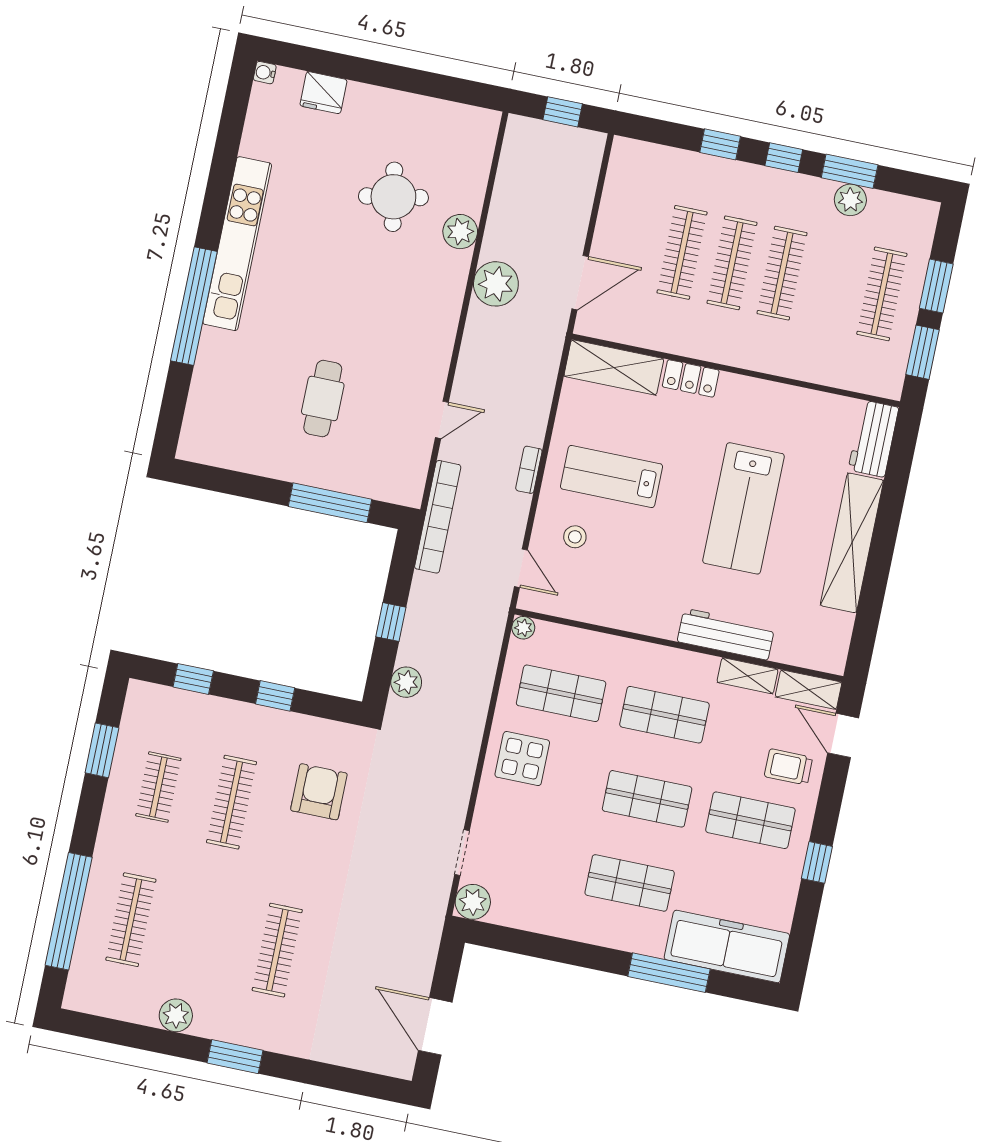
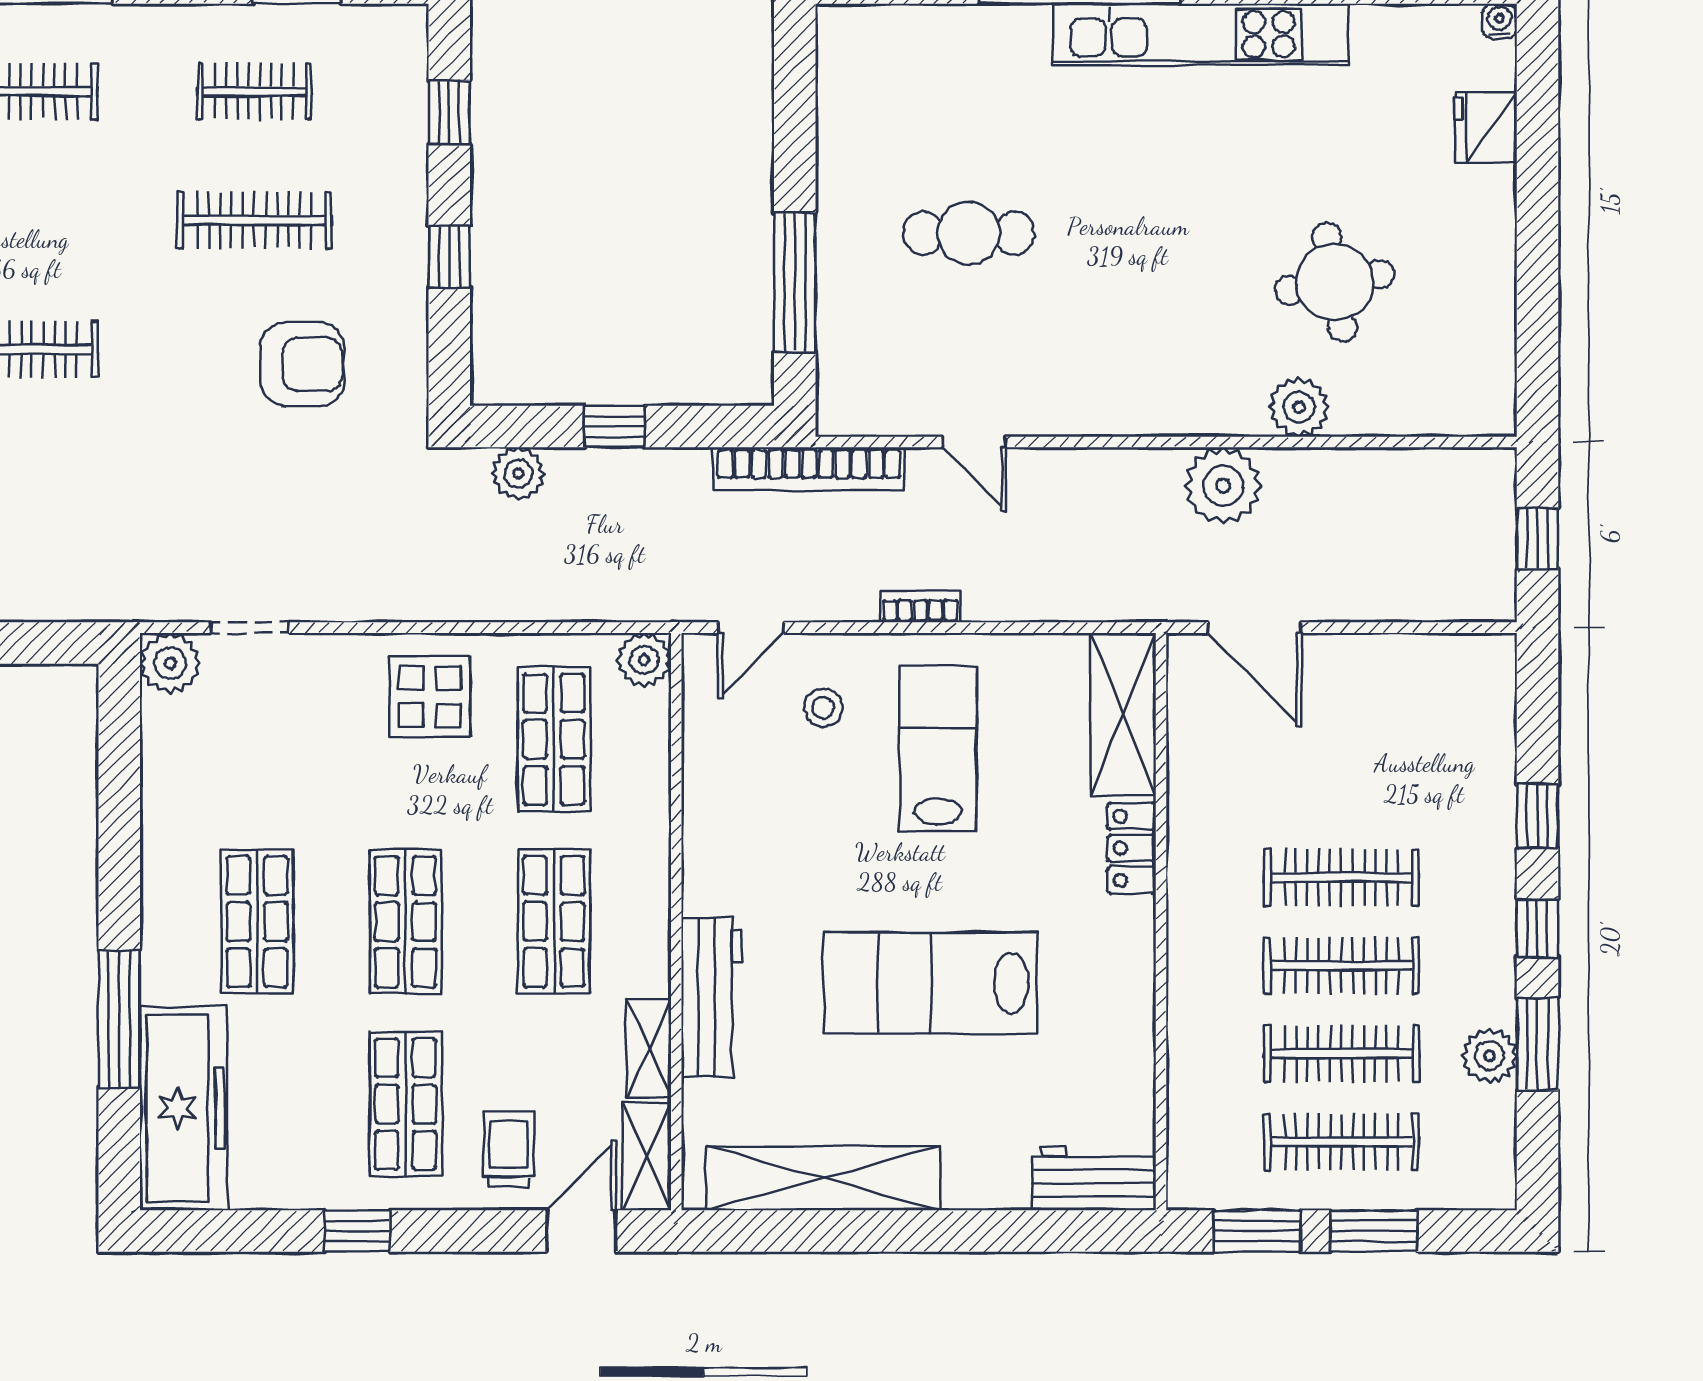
clothes rail: (682, 252) -> (1341, 1054), moved
shelving: (852, 543) -> (823, 1178), moved
plant: (523, 628) -> (644, 660), width x1.38, depth x1.38

